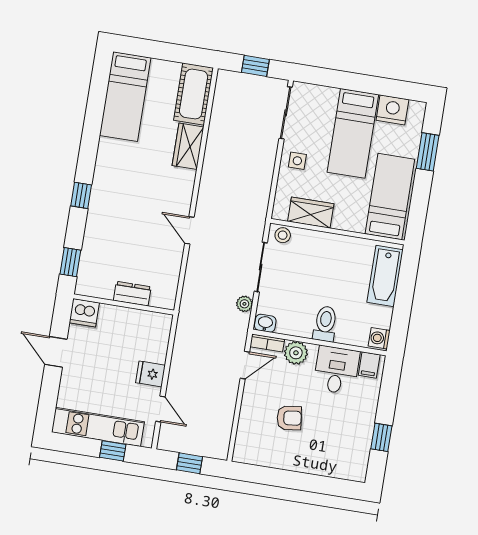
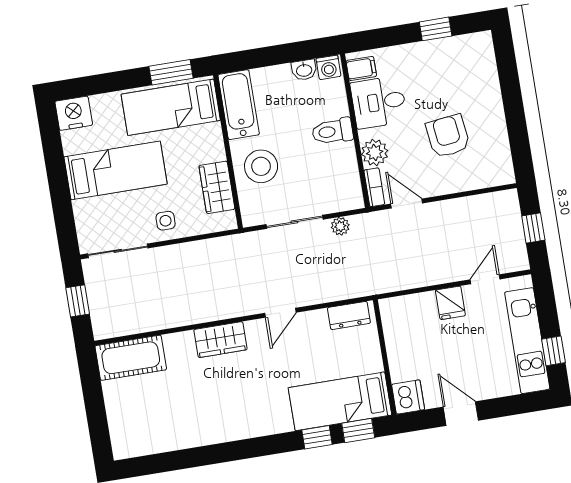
bed: (125, 97) -> (340, 401), moved, turned 180
nightstand: (392, 110) -> (74, 113), moved, turned 90
wardrobe: (188, 146) -> (220, 340), moved
window: (428, 152) -> (171, 72), moved
window: (81, 195) -> (317, 437), moved
stool: (283, 235) -> (261, 166), moved, width x1.89, depth x1.89
bathtub: (385, 276) -> (239, 105), moved, turned -90
dresser: (132, 294) -> (349, 315), moved, turned -90
washbasin: (265, 323) -> (304, 70), moved, turned -90
door: (56, 352) -> (461, 414), swing flipped
armchair: (289, 418) -> (448, 136), width x1.38, depth x1.38
window: (113, 451) -> (553, 351), moved

